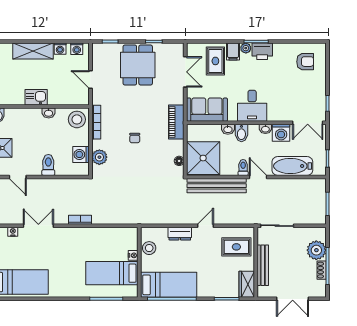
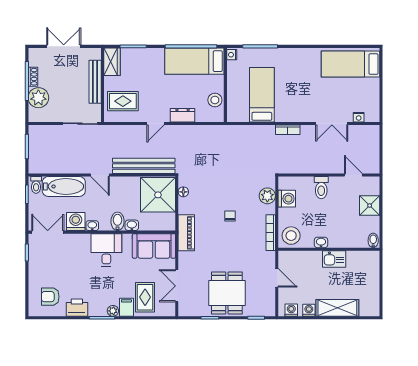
printer: (262, 51) -> (77, 308), moved
toilet: (243, 167) -> (36, 185), moved
nightstand: (133, 255) -> (232, 55), moved
bed: (112, 273) -> (262, 95), moved, turned -90

